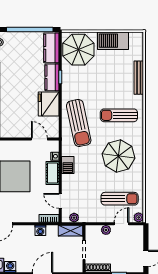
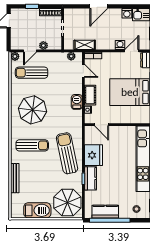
kitchen counter: (51, 48) -> (105, 212), moved, turned -90
sun lounger: (79, 123) -> (67, 153), moved
washing machine: (40, 230) -> (120, 45), moved
shelving: (71, 231) -> (85, 45), moved

